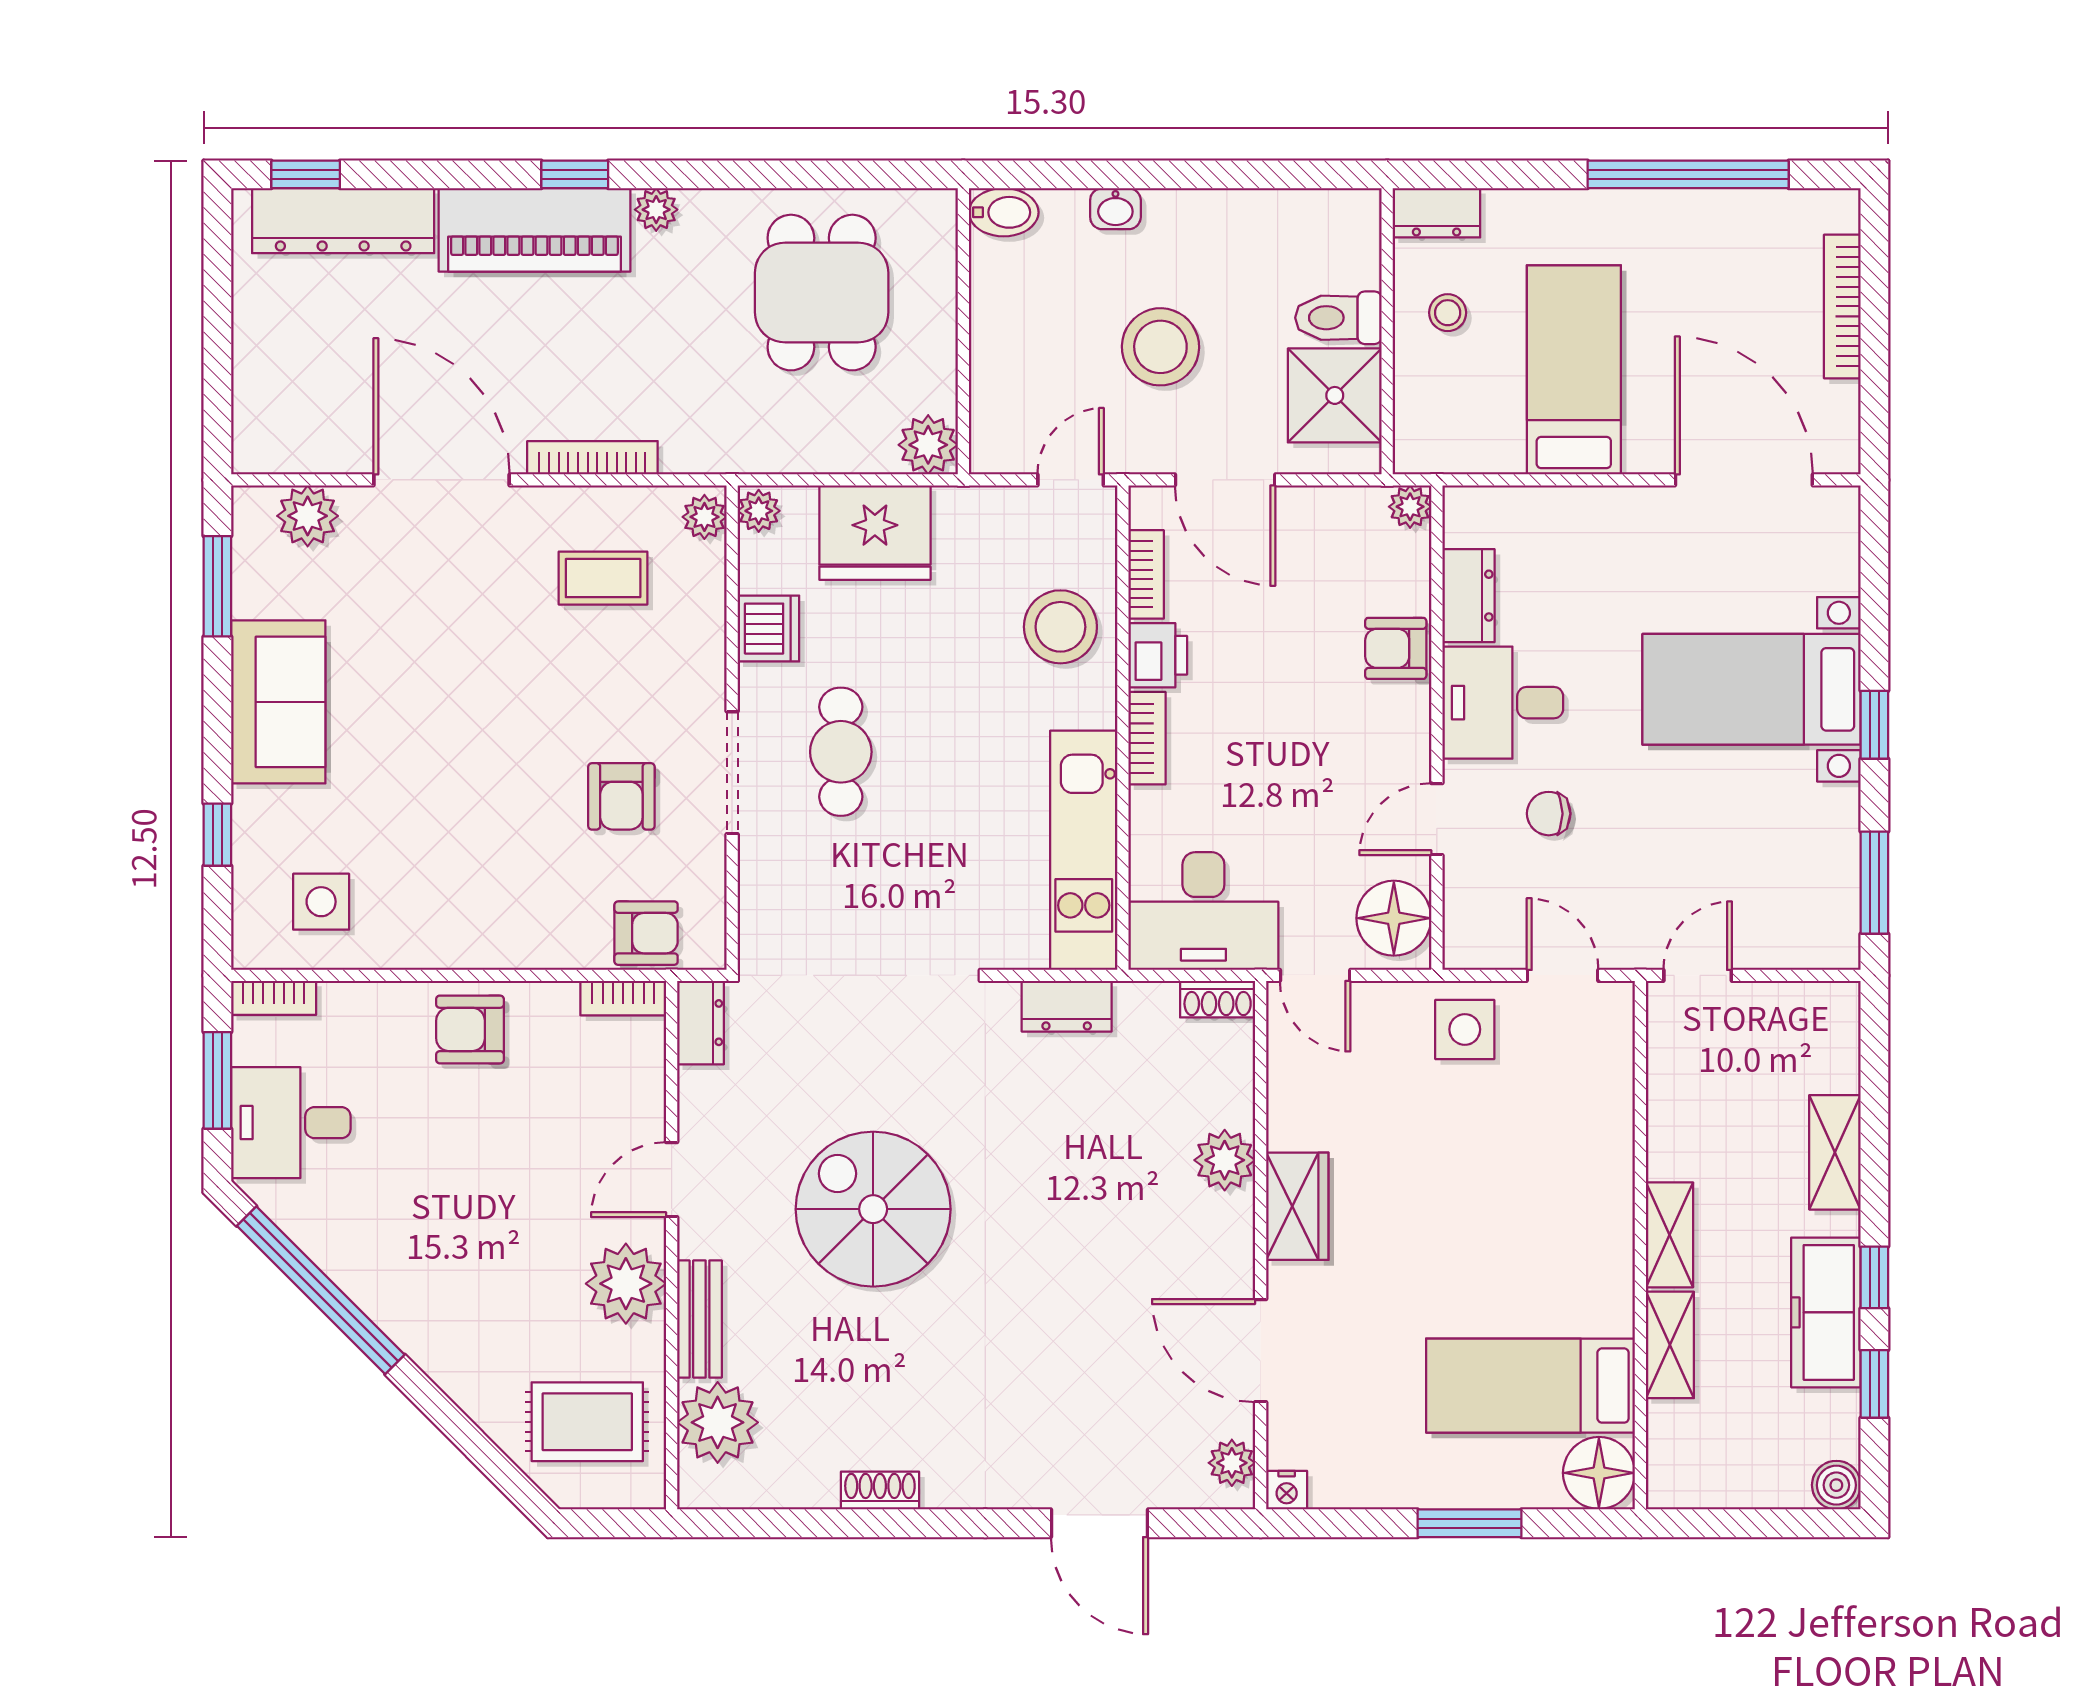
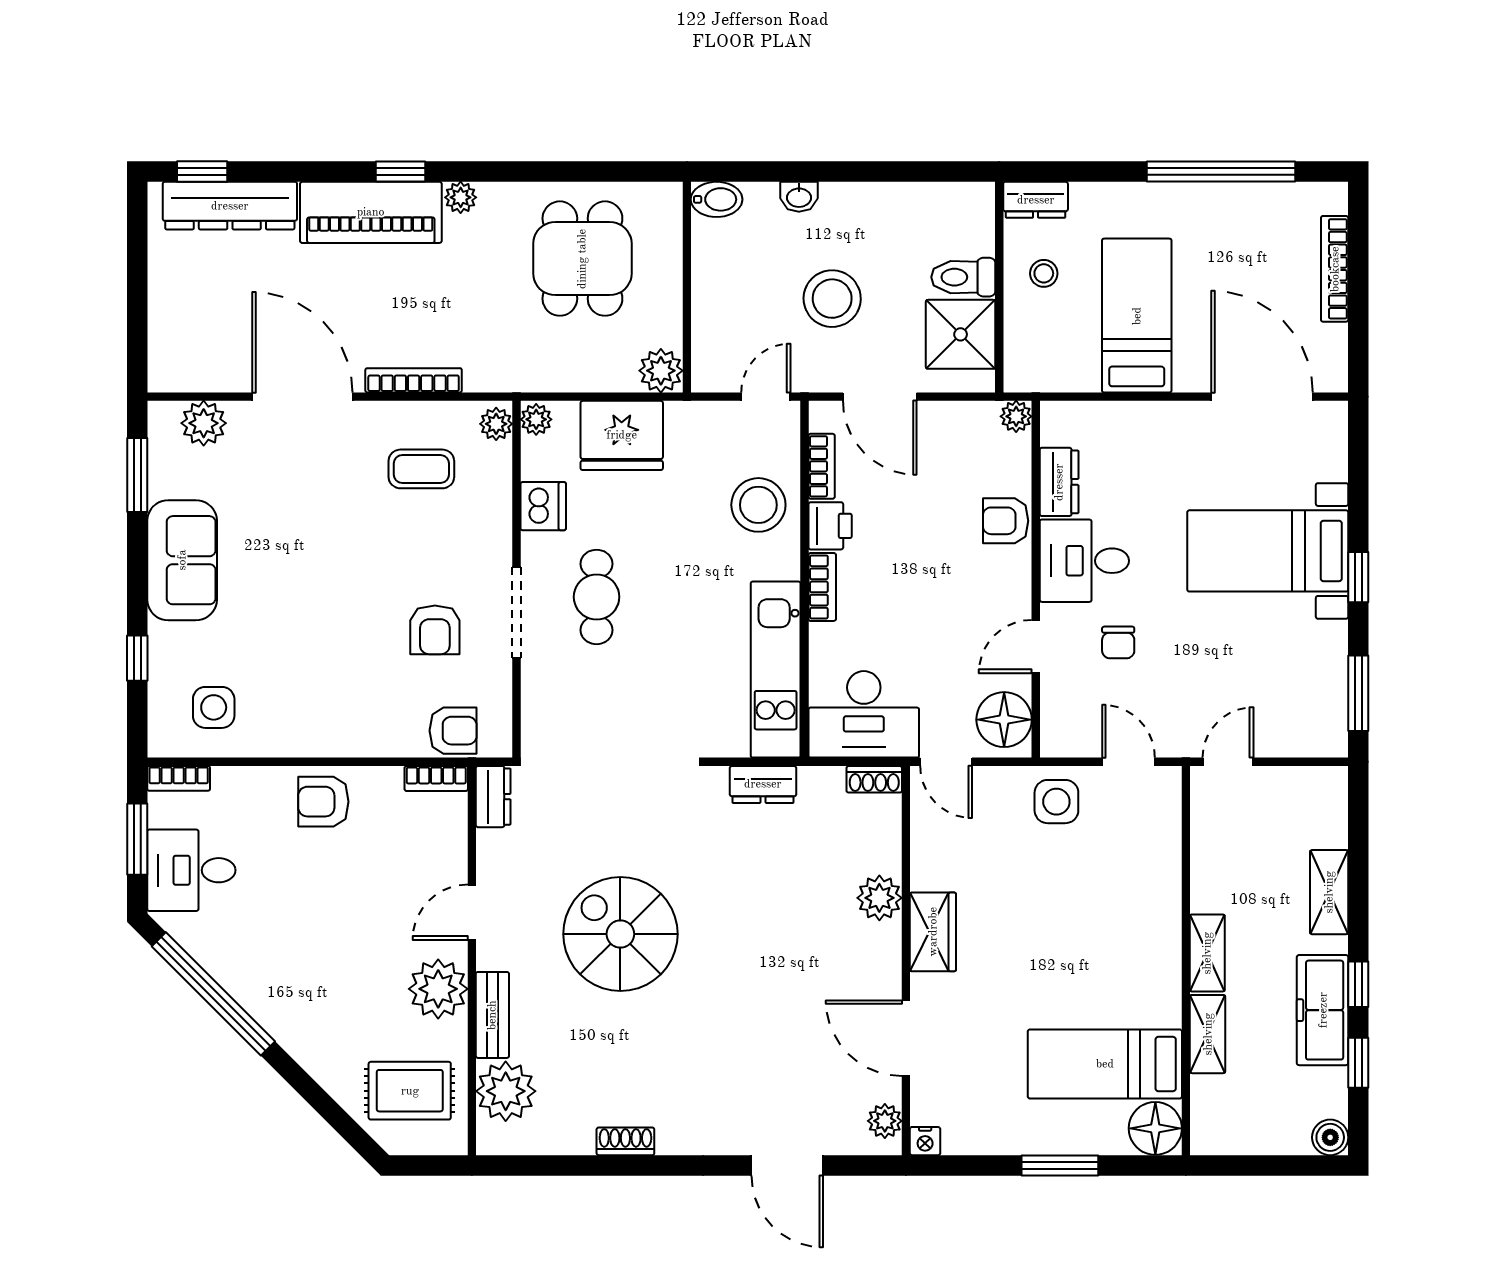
chair: (1549, 814) -> (1118, 642), turned -90

